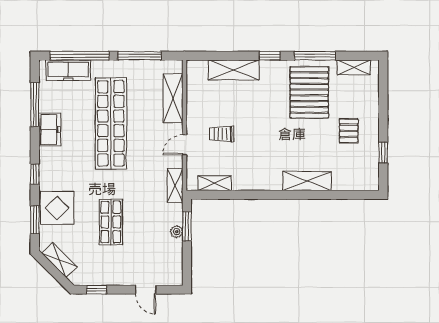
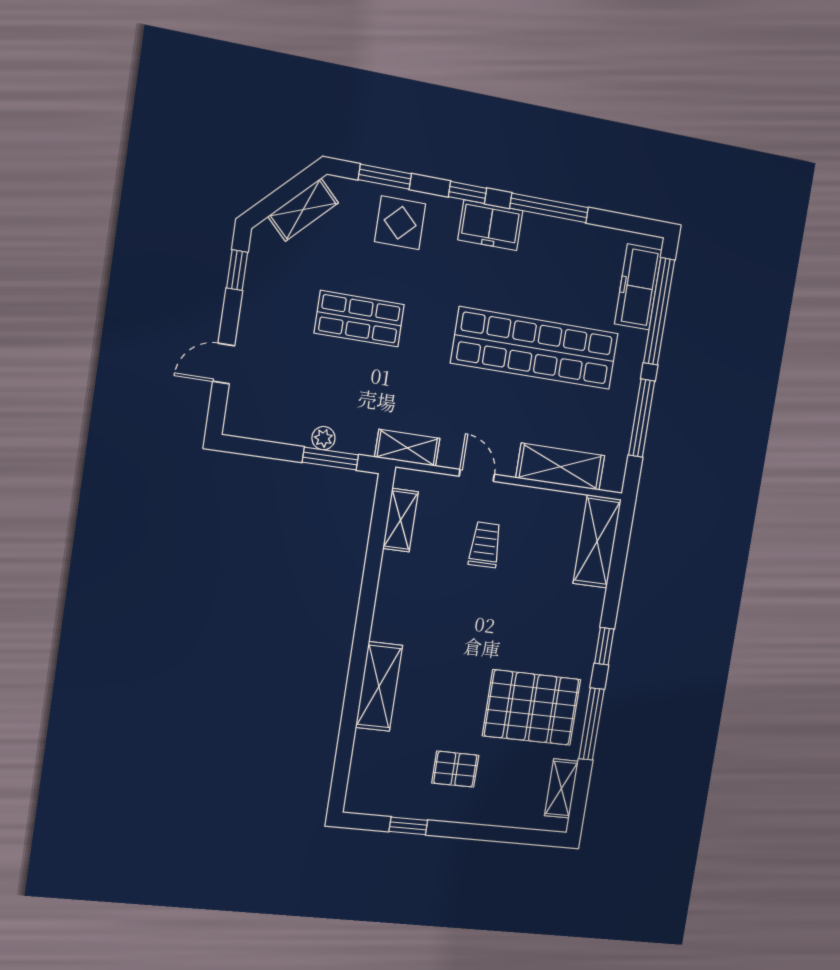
shelving: (234, 70) -> (597, 541), moved
window: (35, 104) -> (549, 208), moved
freezer: (50, 129) -> (490, 225), moved
display table: (57, 208) -> (400, 223), width x0.73, depth x0.73

